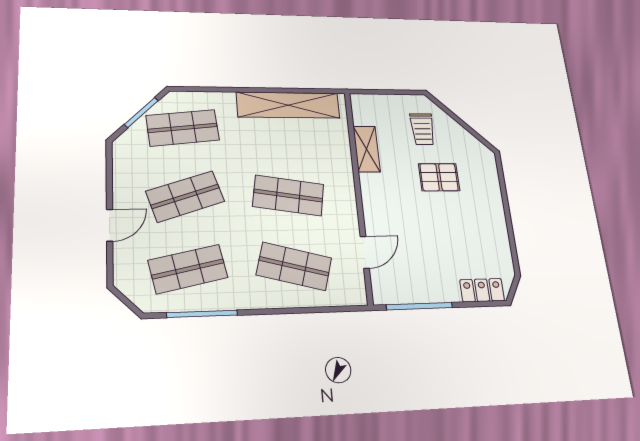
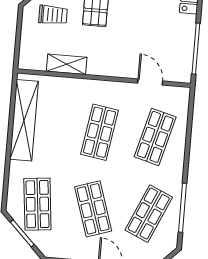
shop shelf: (188, 269) -> (149, 214), turned 36

